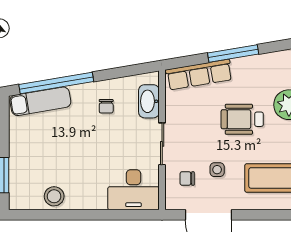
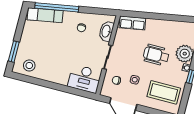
window: (233, 53) -> (161, 17), removed
row of seats: (199, 75) -> (132, 23), width x0.68
stool: (54, 196) -> (29, 65), moved

